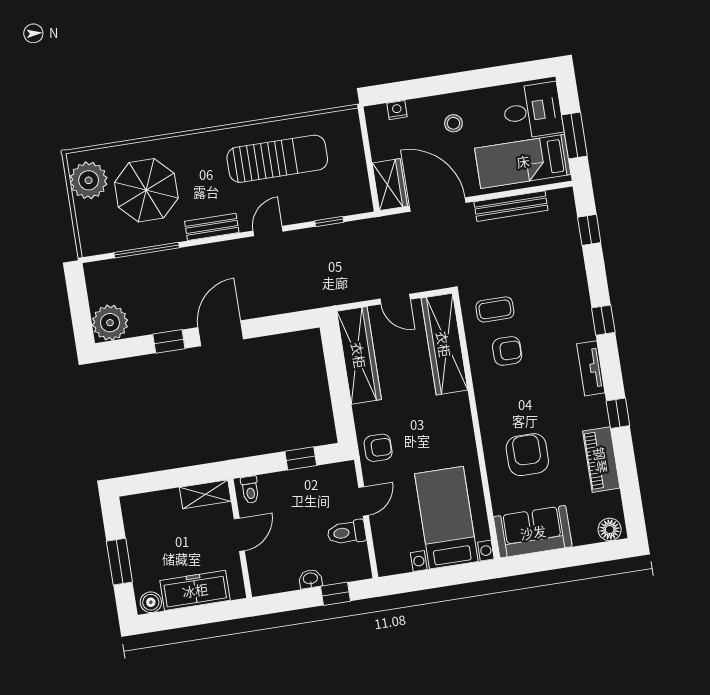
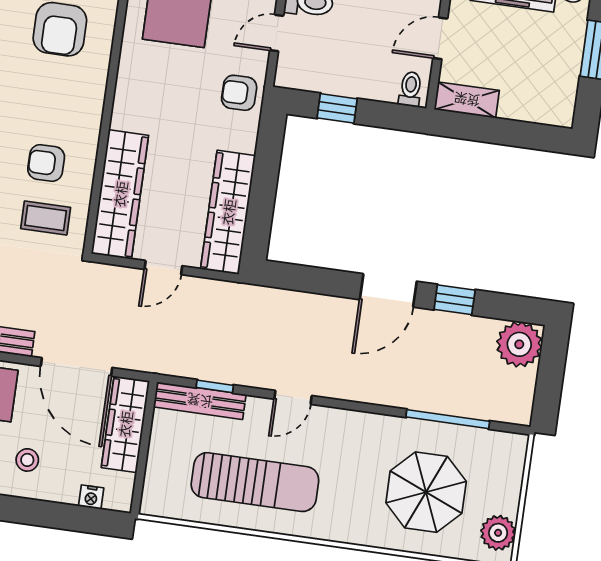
sun lounger: (277, 159) -> (255, 482), turned 180
plant: (89, 180) -> (498, 533), width x0.73, depth x0.73
wardrobe: (390, 185) -> (125, 424), width x1.50
bench: (212, 227) -> (200, 401), moved, width x1.36
door: (395, 299) -> (163, 268), swing flipped

